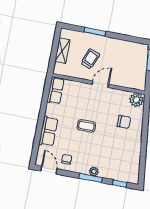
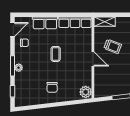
shelving: (62, 51) -> (105, 22), moved
row of seats: (55, 90) -> (75, 22), width x1.48
chair: (124, 122) -> (52, 87), moved

